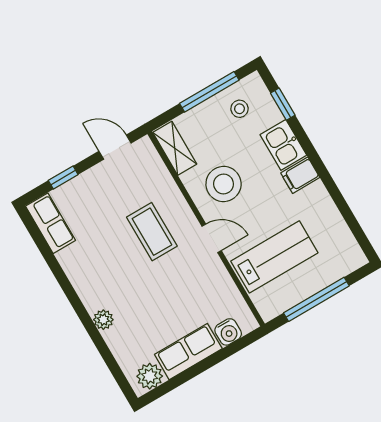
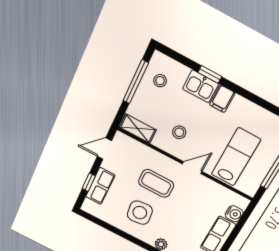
window: (283, 104) -> (210, 74), moved
stool: (224, 184) -> (179, 132), width x0.53, depth x0.53
row of seats: (51, 223) -> (100, 186), moved, turned 90
side table: (104, 258) -> (140, 213), added

